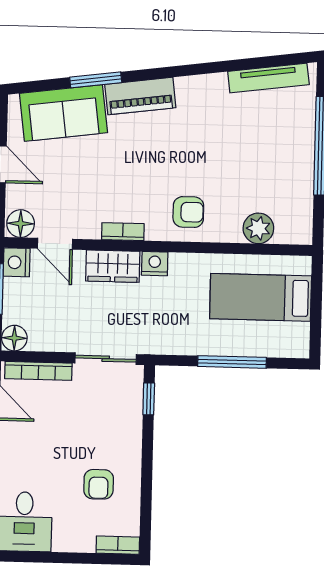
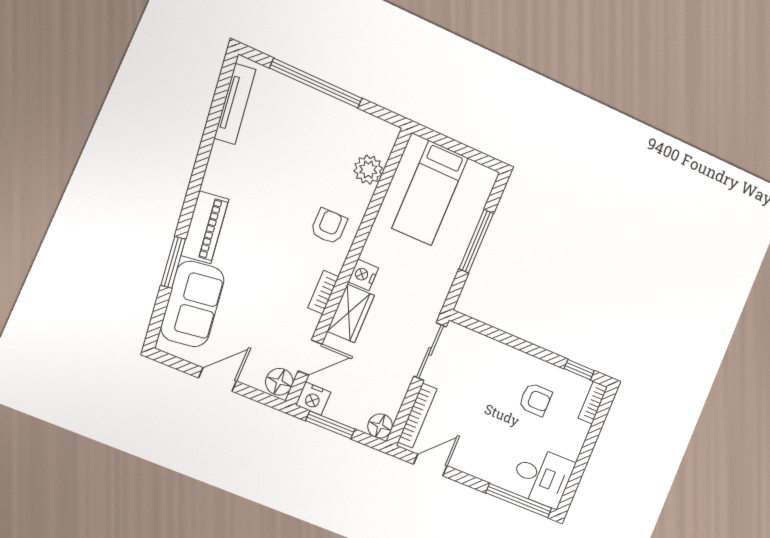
window: (149, 399) -> (579, 370), moved

